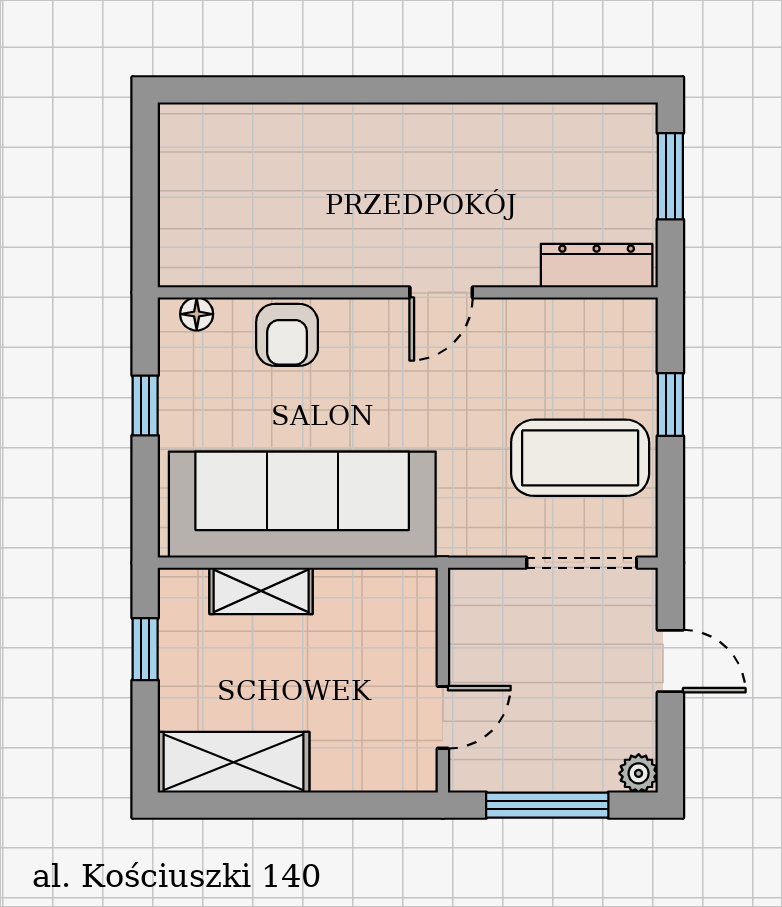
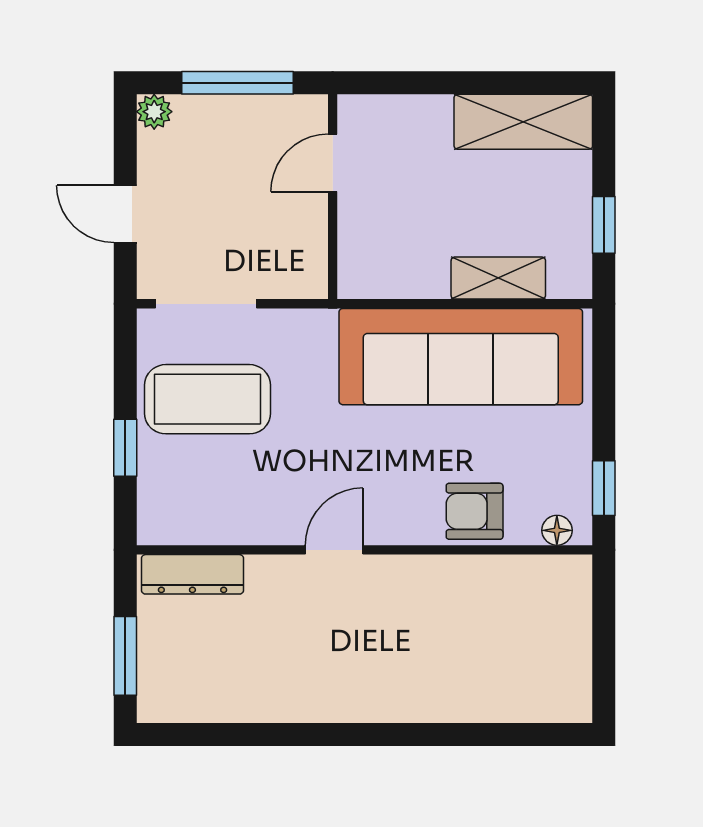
armchair: (287, 335) -> (475, 511), turned -90
window: (145, 406) -> (604, 488), moved

